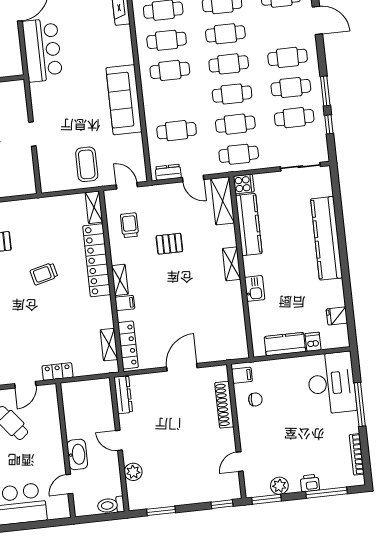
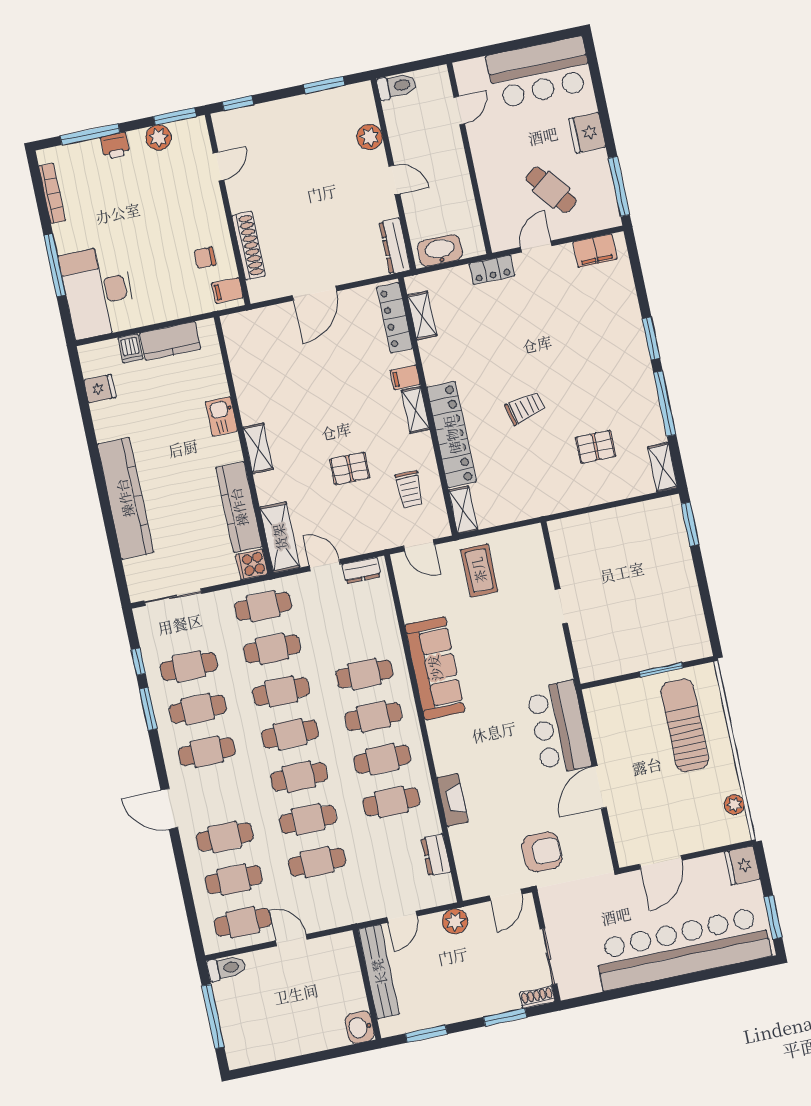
cafe table: (177, 131) -> (364, 674), moved
washbasin: (77, 454) -> (440, 250), moved, turned 90

